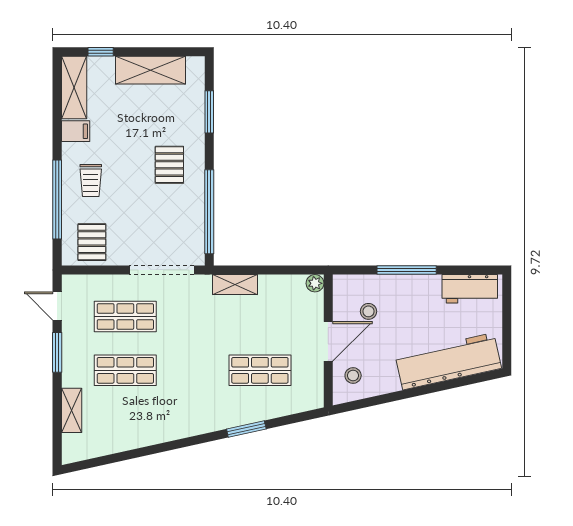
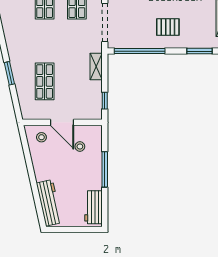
window: (292, 270) -> (105, 101), added
plant: (315, 283) -> (97, 114), removed
workbench: (448, 361) -> (49, 203), width x0.73, depth x0.76

